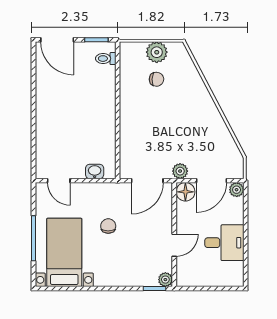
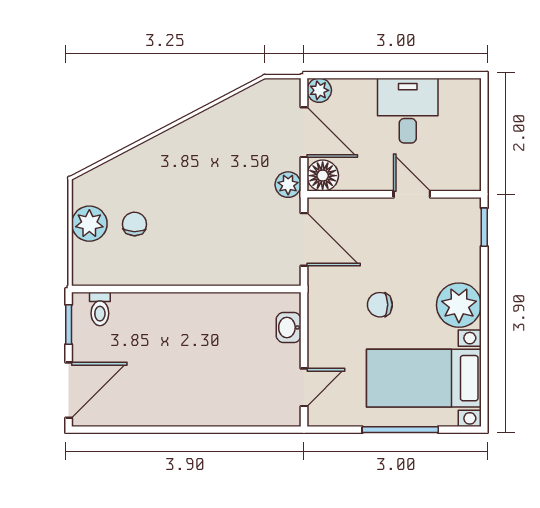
plant: (165, 280) -> (459, 305), moved, width x1.87, depth x1.87

